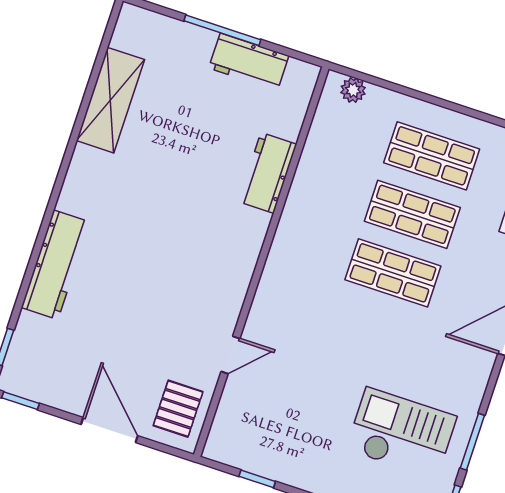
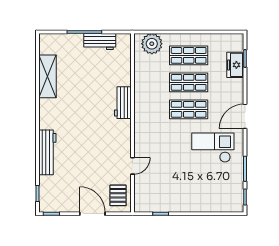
plant: (353, 90) -> (152, 44), width x1.87, depth x1.87
workbench: (267, 173) -> (123, 103), moved
checkout: (401, 433) -> (213, 148), moved

